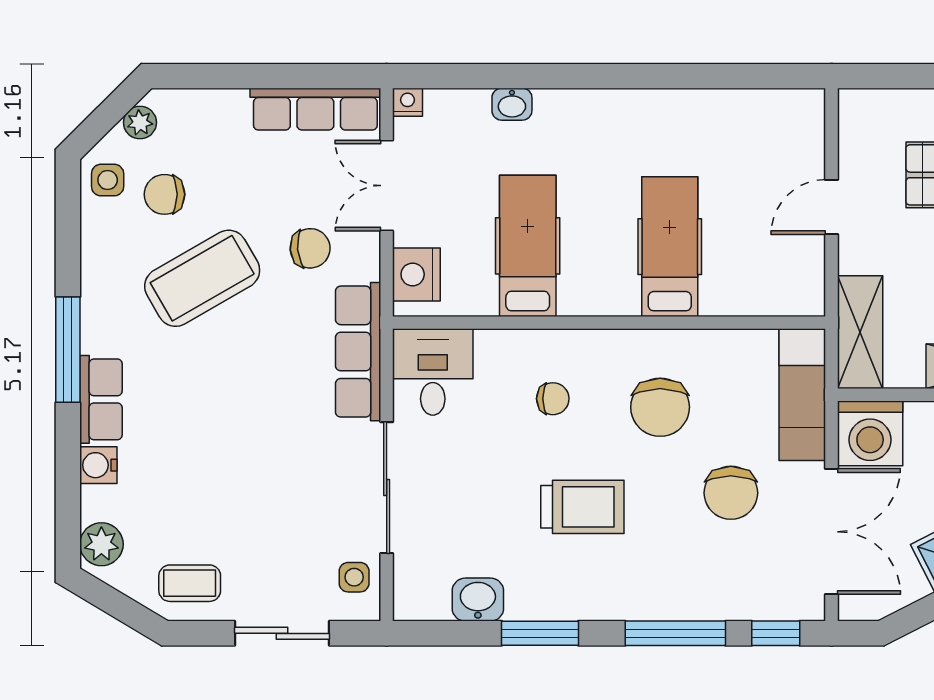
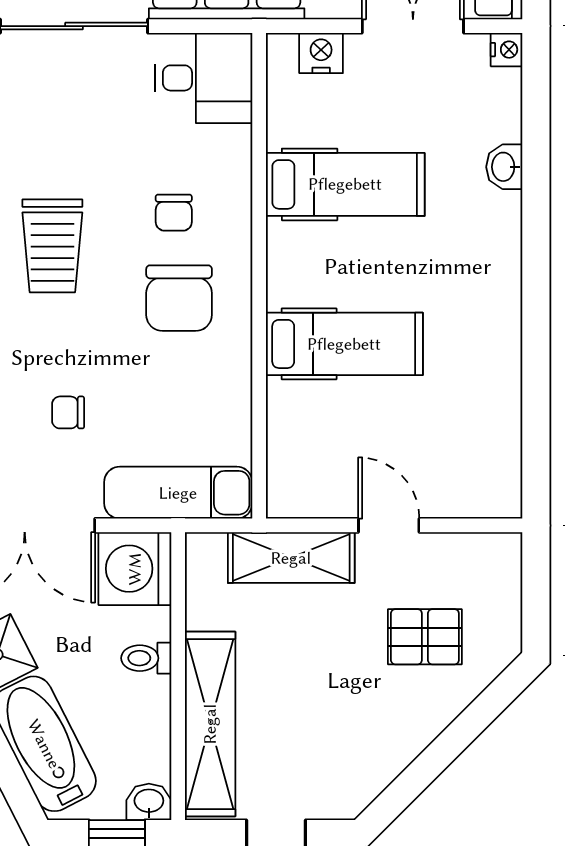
nightstand: (416, 274) -> (321, 53), width x0.74, depth x0.75
shelving: (860, 332) -> (291, 558), moved
chair: (660, 407) -> (179, 298), moved, turned -90
chair: (731, 493) -> (68, 412), width x0.54, depth x0.54

